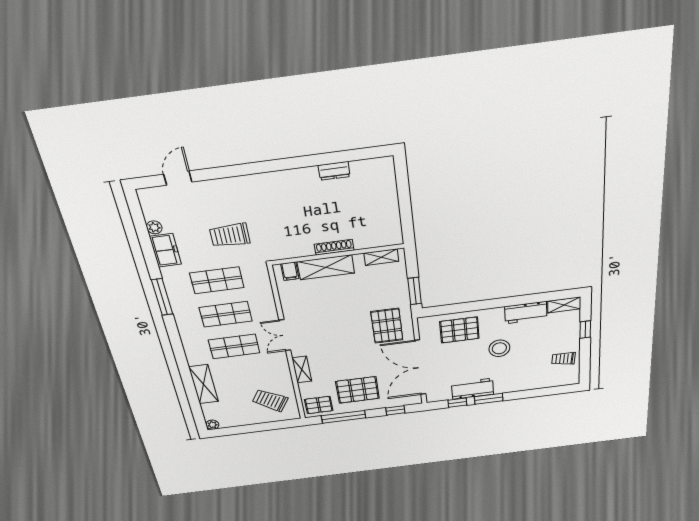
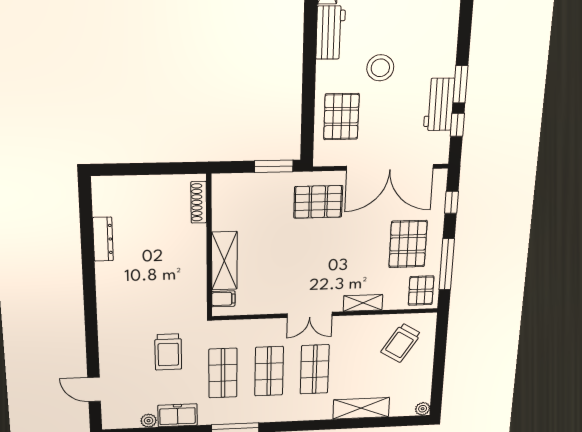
dresser: (334, 171) -> (103, 239), width x1.44
shoe rack: (334, 247) -> (199, 202), moved
shelving: (381, 257) -> (220, 200), removed

